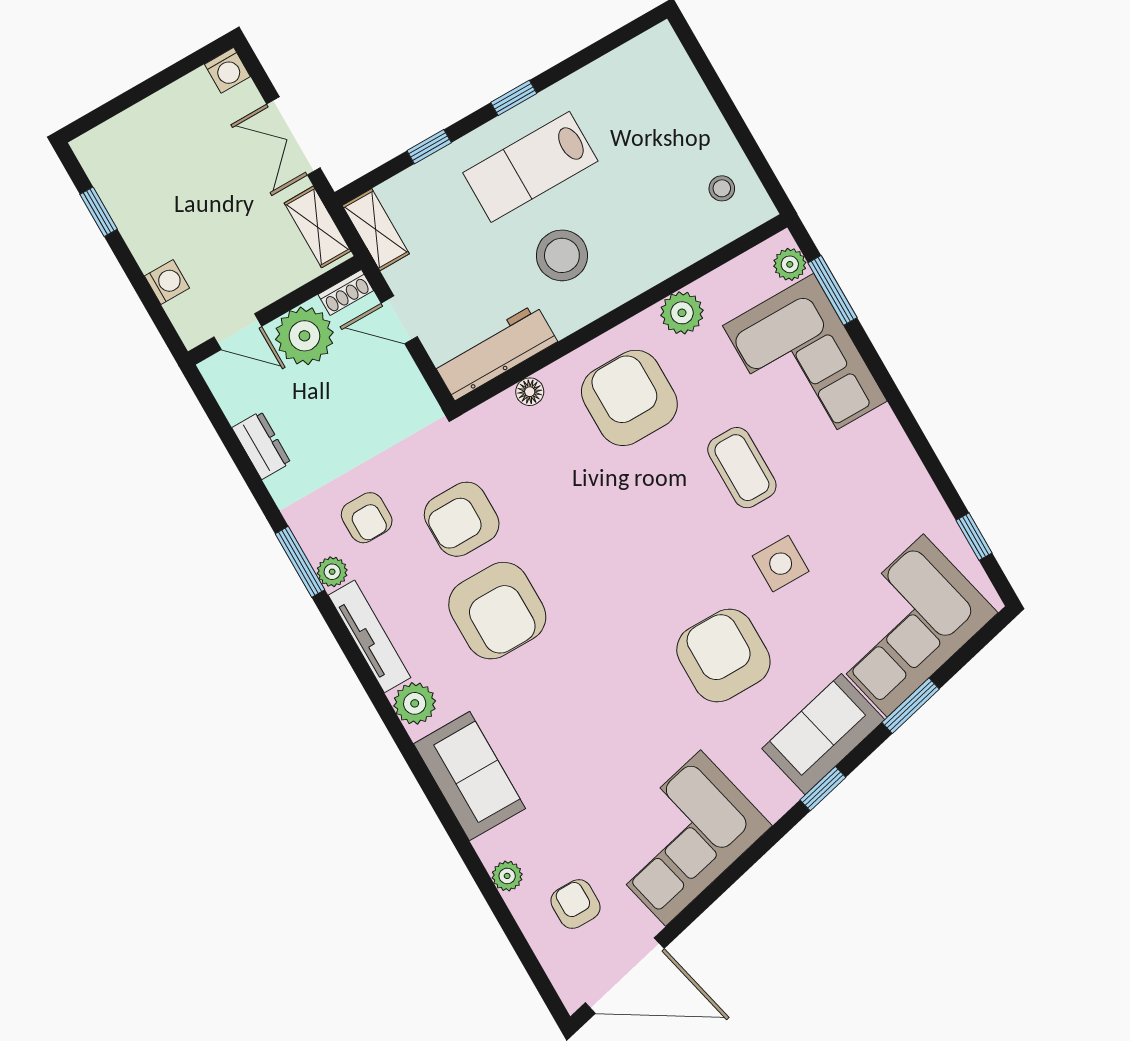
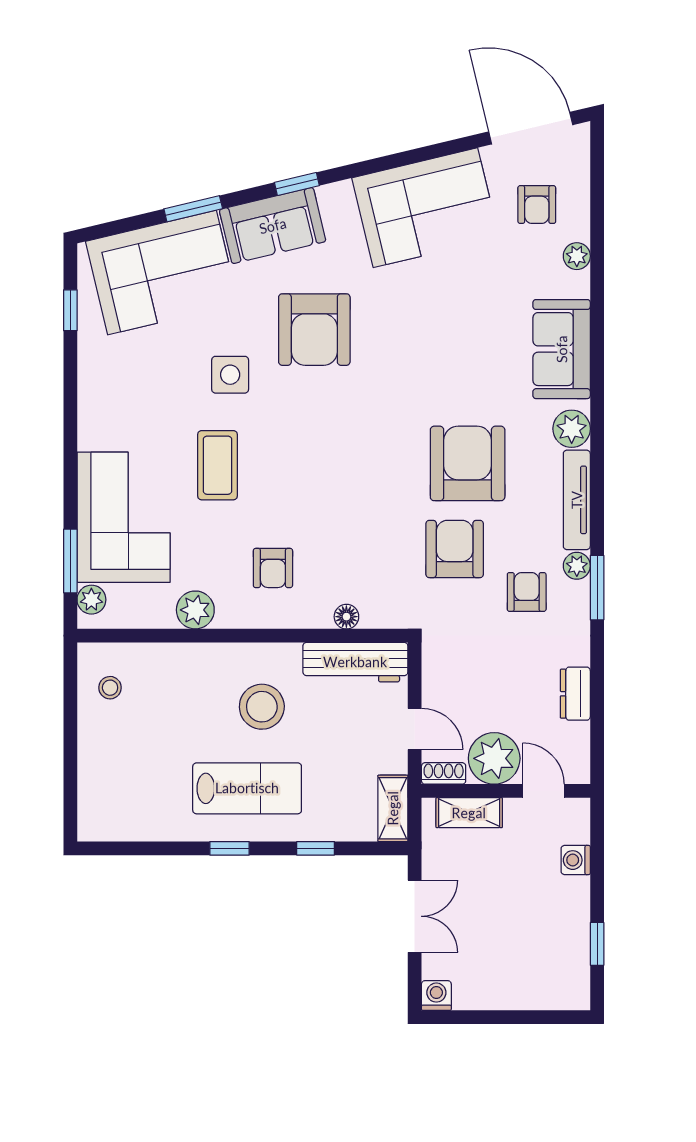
shelving: (317, 227) -> (469, 813), moved, turned 90
armchair: (629, 398) -> (273, 568), width x0.53, depth x0.53
armchair: (462, 519) -> (455, 549), turned -90

